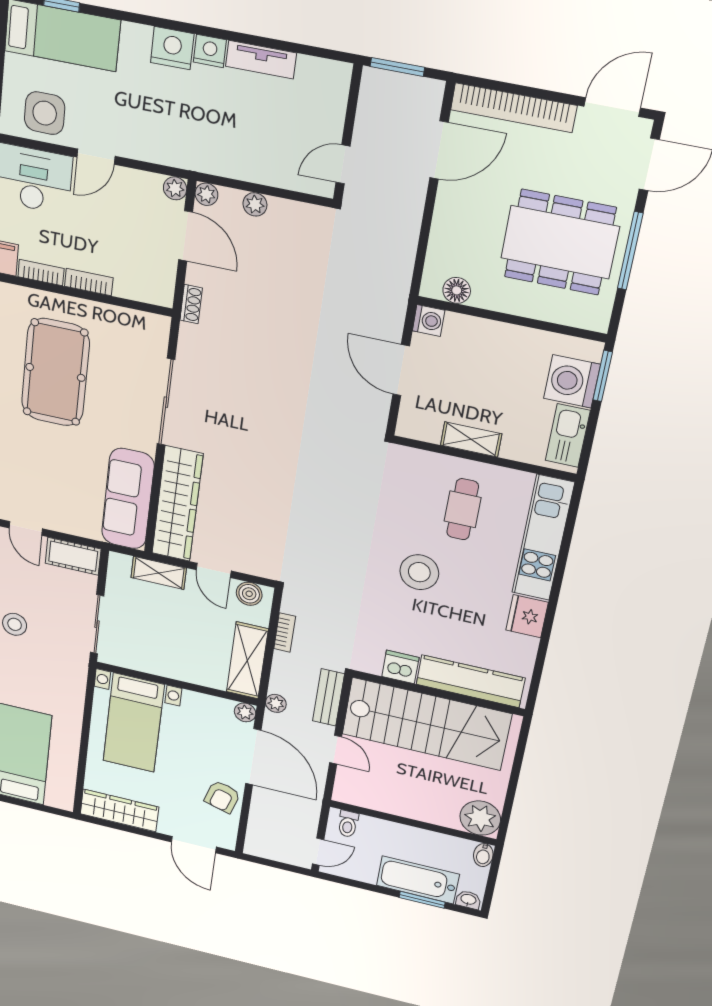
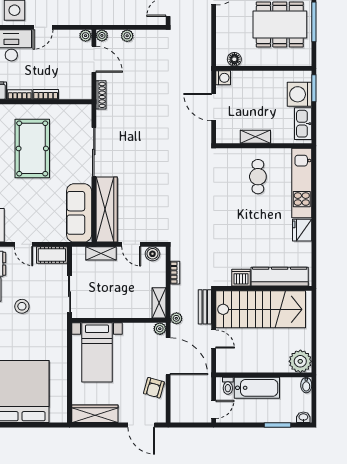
shoe rack: (191, 304) -> (101, 95), width x1.43
stool: (419, 572) -> (242, 218), removed
shelving: (247, 660) -> (159, 303), width x0.67, depth x0.75
bathtub: (418, 880) -> (257, 388), moved, turned 180

